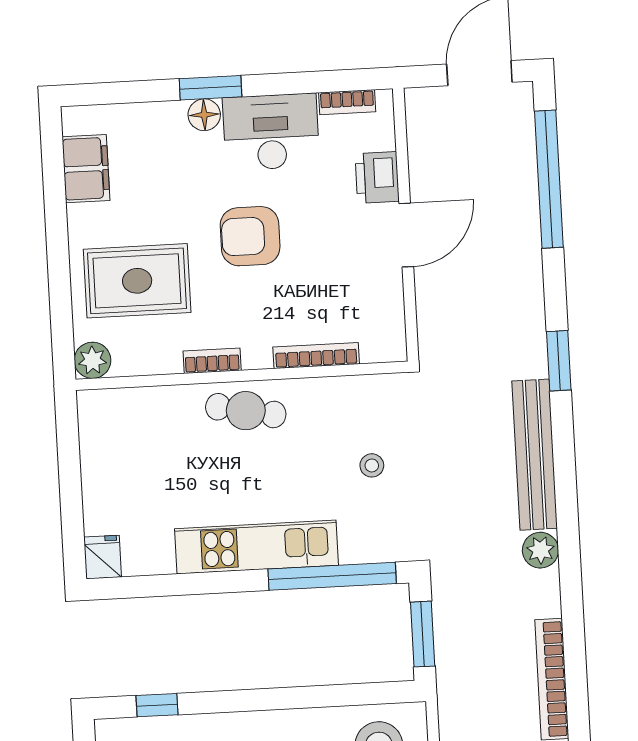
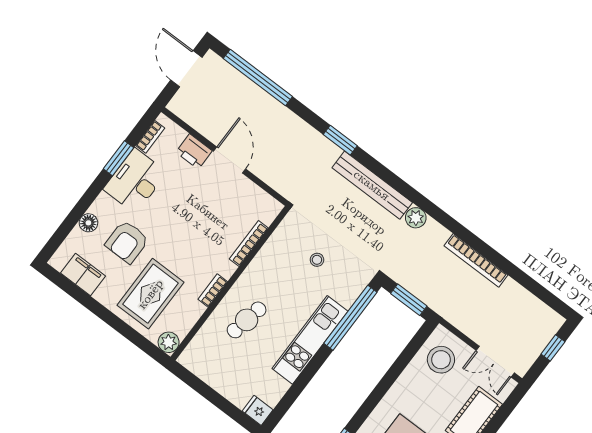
window: (210, 88) -> (119, 158), moved
floor lamp: (204, 115) -> (88, 223), moved
armchair: (250, 236) -> (127, 242), moved
cafe table: (246, 411) -> (247, 320), moved

